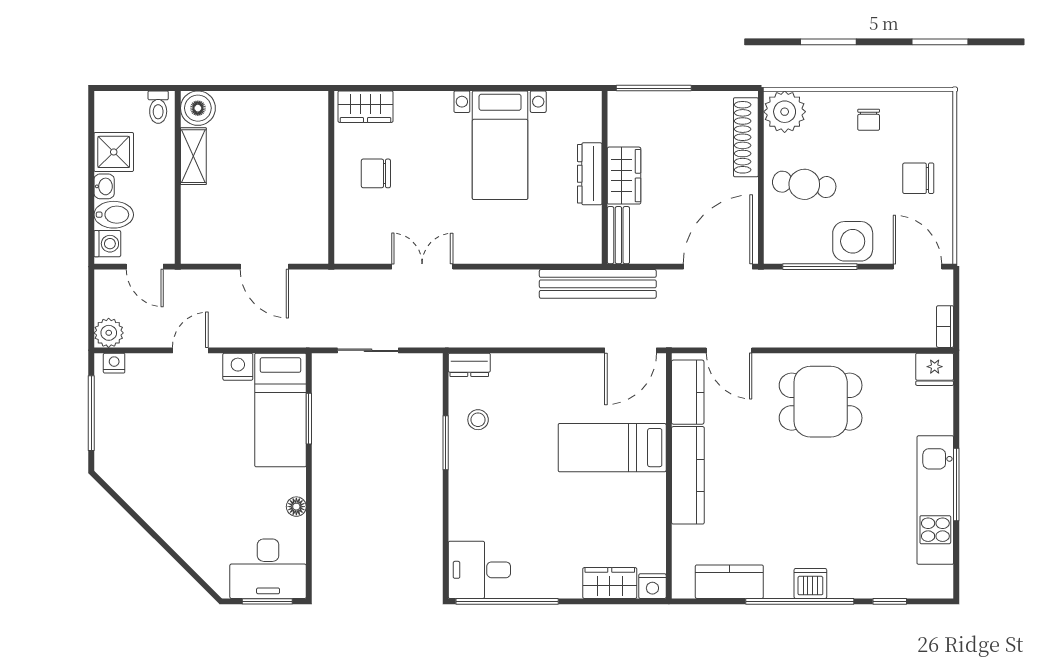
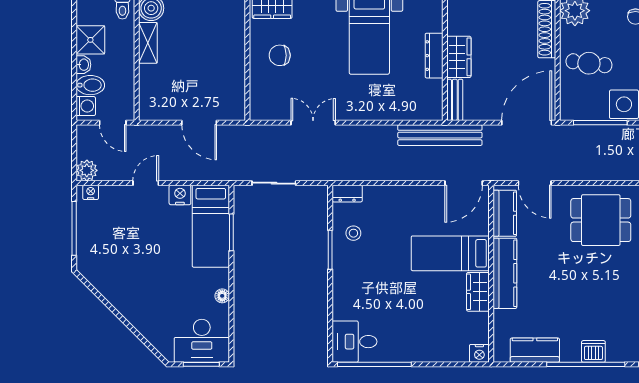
wardrobe: (610, 583) -> (478, 292), moved, turned -90

